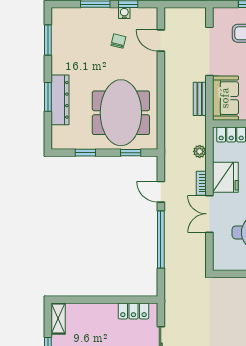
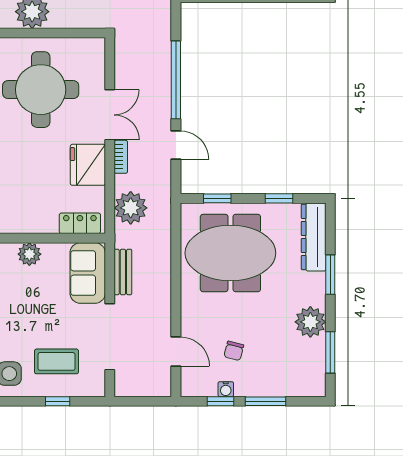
plant: (62, 62) -> (310, 322), added
dresser: (60, 100) -> (314, 237), moved
meeting table: (121, 113) -> (230, 253), turned 90
plant: (200, 151) -> (131, 208), width x1.88, depth x1.88

